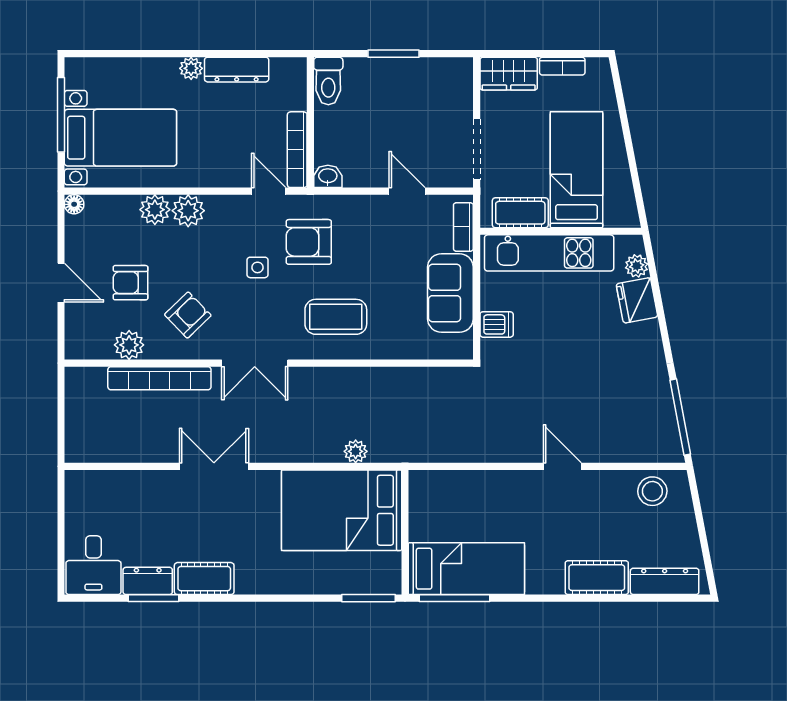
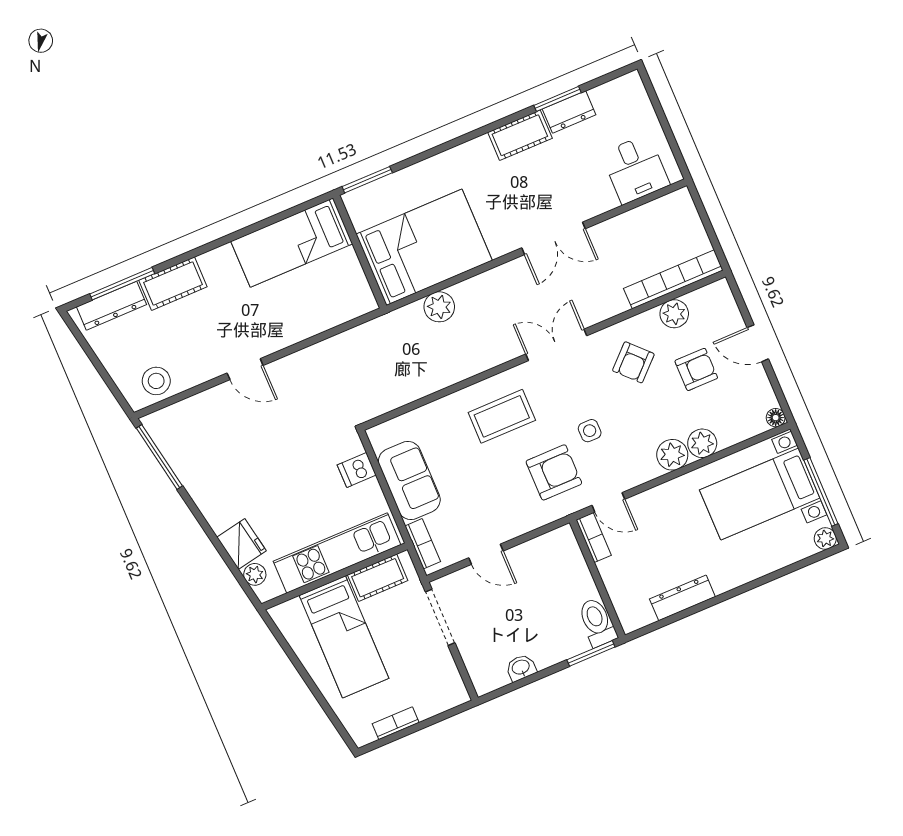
window: (393, 54) -> (591, 653), moved
plant: (191, 68) -> (825, 539), moved
wardrobe: (509, 74) -> (440, 696), removed
bookcase: (297, 150) -> (594, 538), width x0.64
washbasin: (328, 176) -> (521, 668), moved, turned 180
bookcase: (159, 378) -> (673, 279), moved
plant: (356, 451) -> (439, 307), width x1.38, depth x1.38
desk: (93, 565) -> (635, 169), moved, turned 180
window: (454, 598) -> (122, 284), moved

